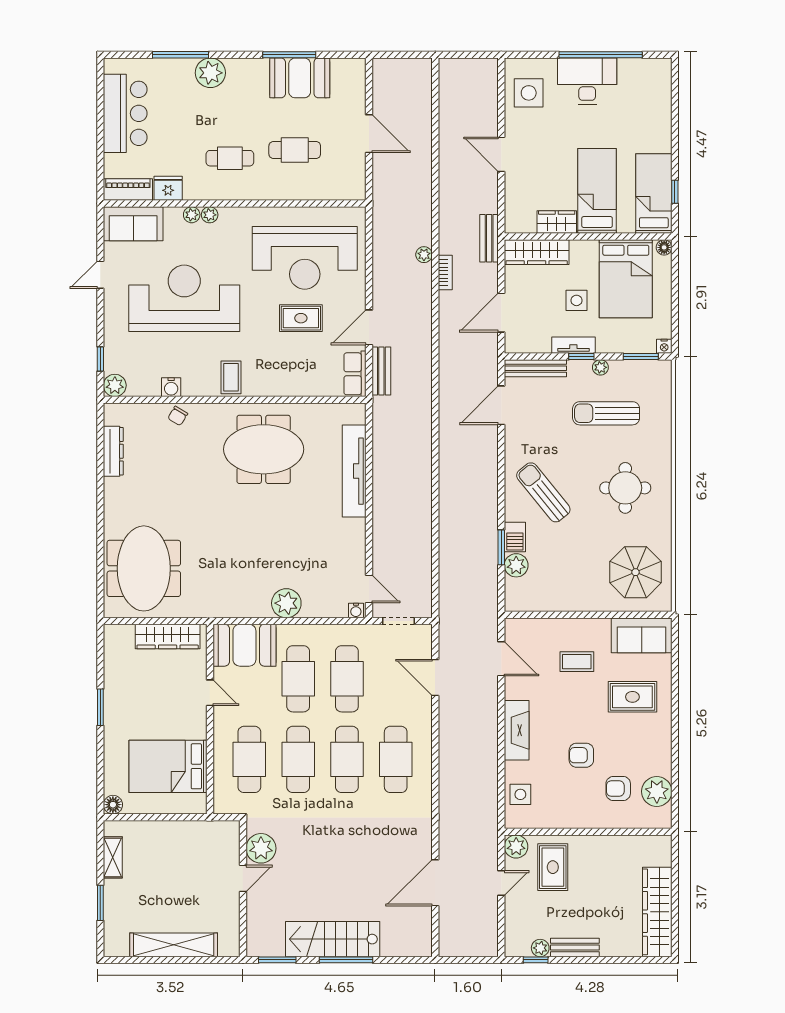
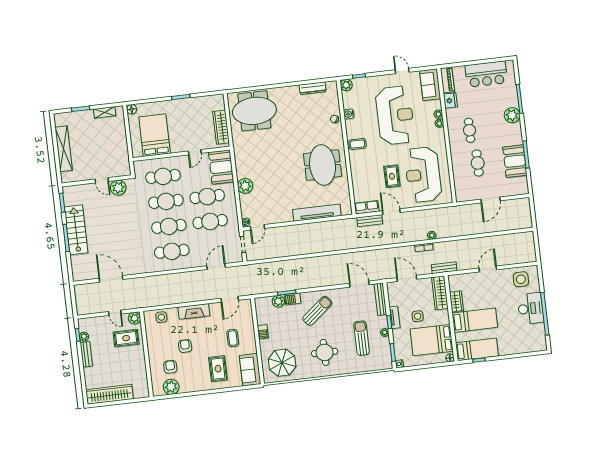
barbecue: (572, 602) -> (263, 332), added

